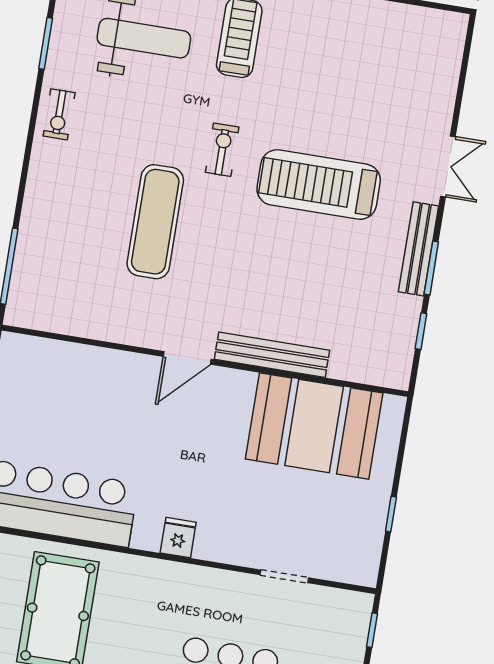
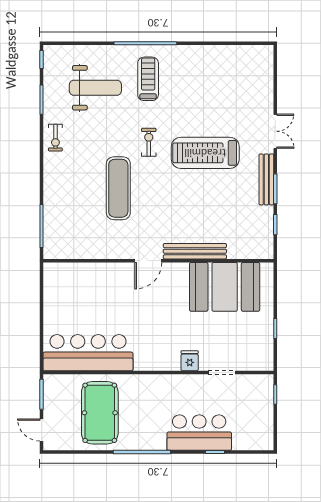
fridge: (178, 538) -> (190, 361), moved

